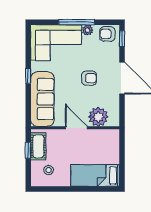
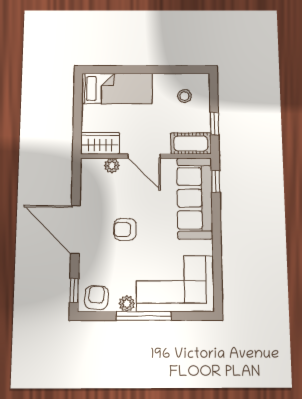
armchair: (107, 34) -> (96, 298), turned -85
window: (28, 76) -> (216, 181), moved
plant: (98, 117) -> (112, 166), width x0.53, depth x0.53
wardrobe: (106, 137) -> (100, 143), added
cot: (38, 146) -> (191, 143), moved, turned 90

